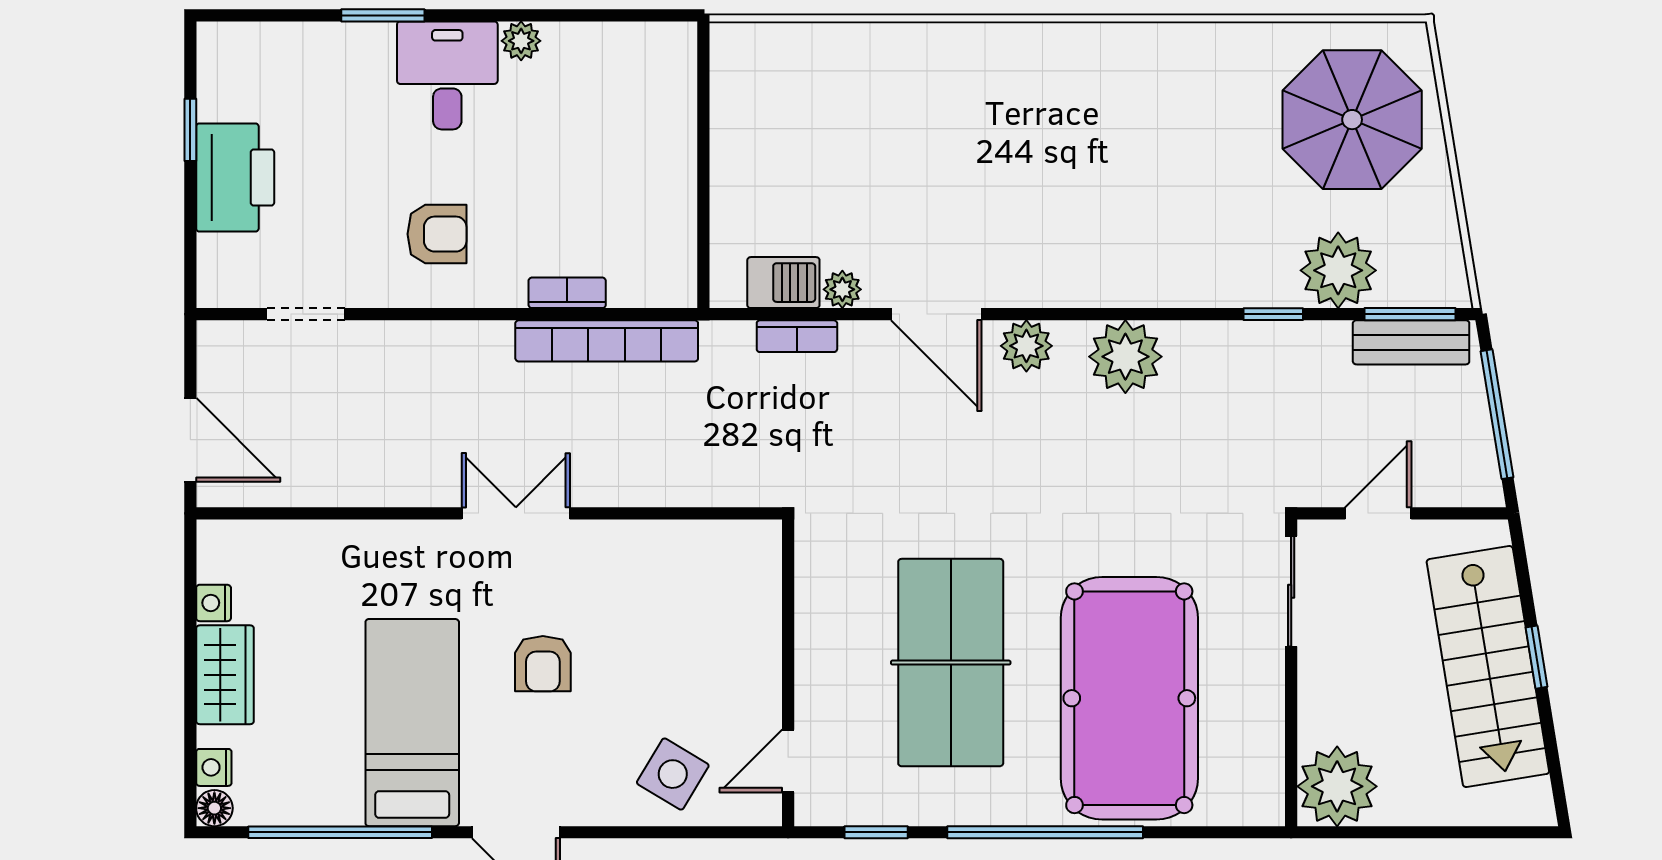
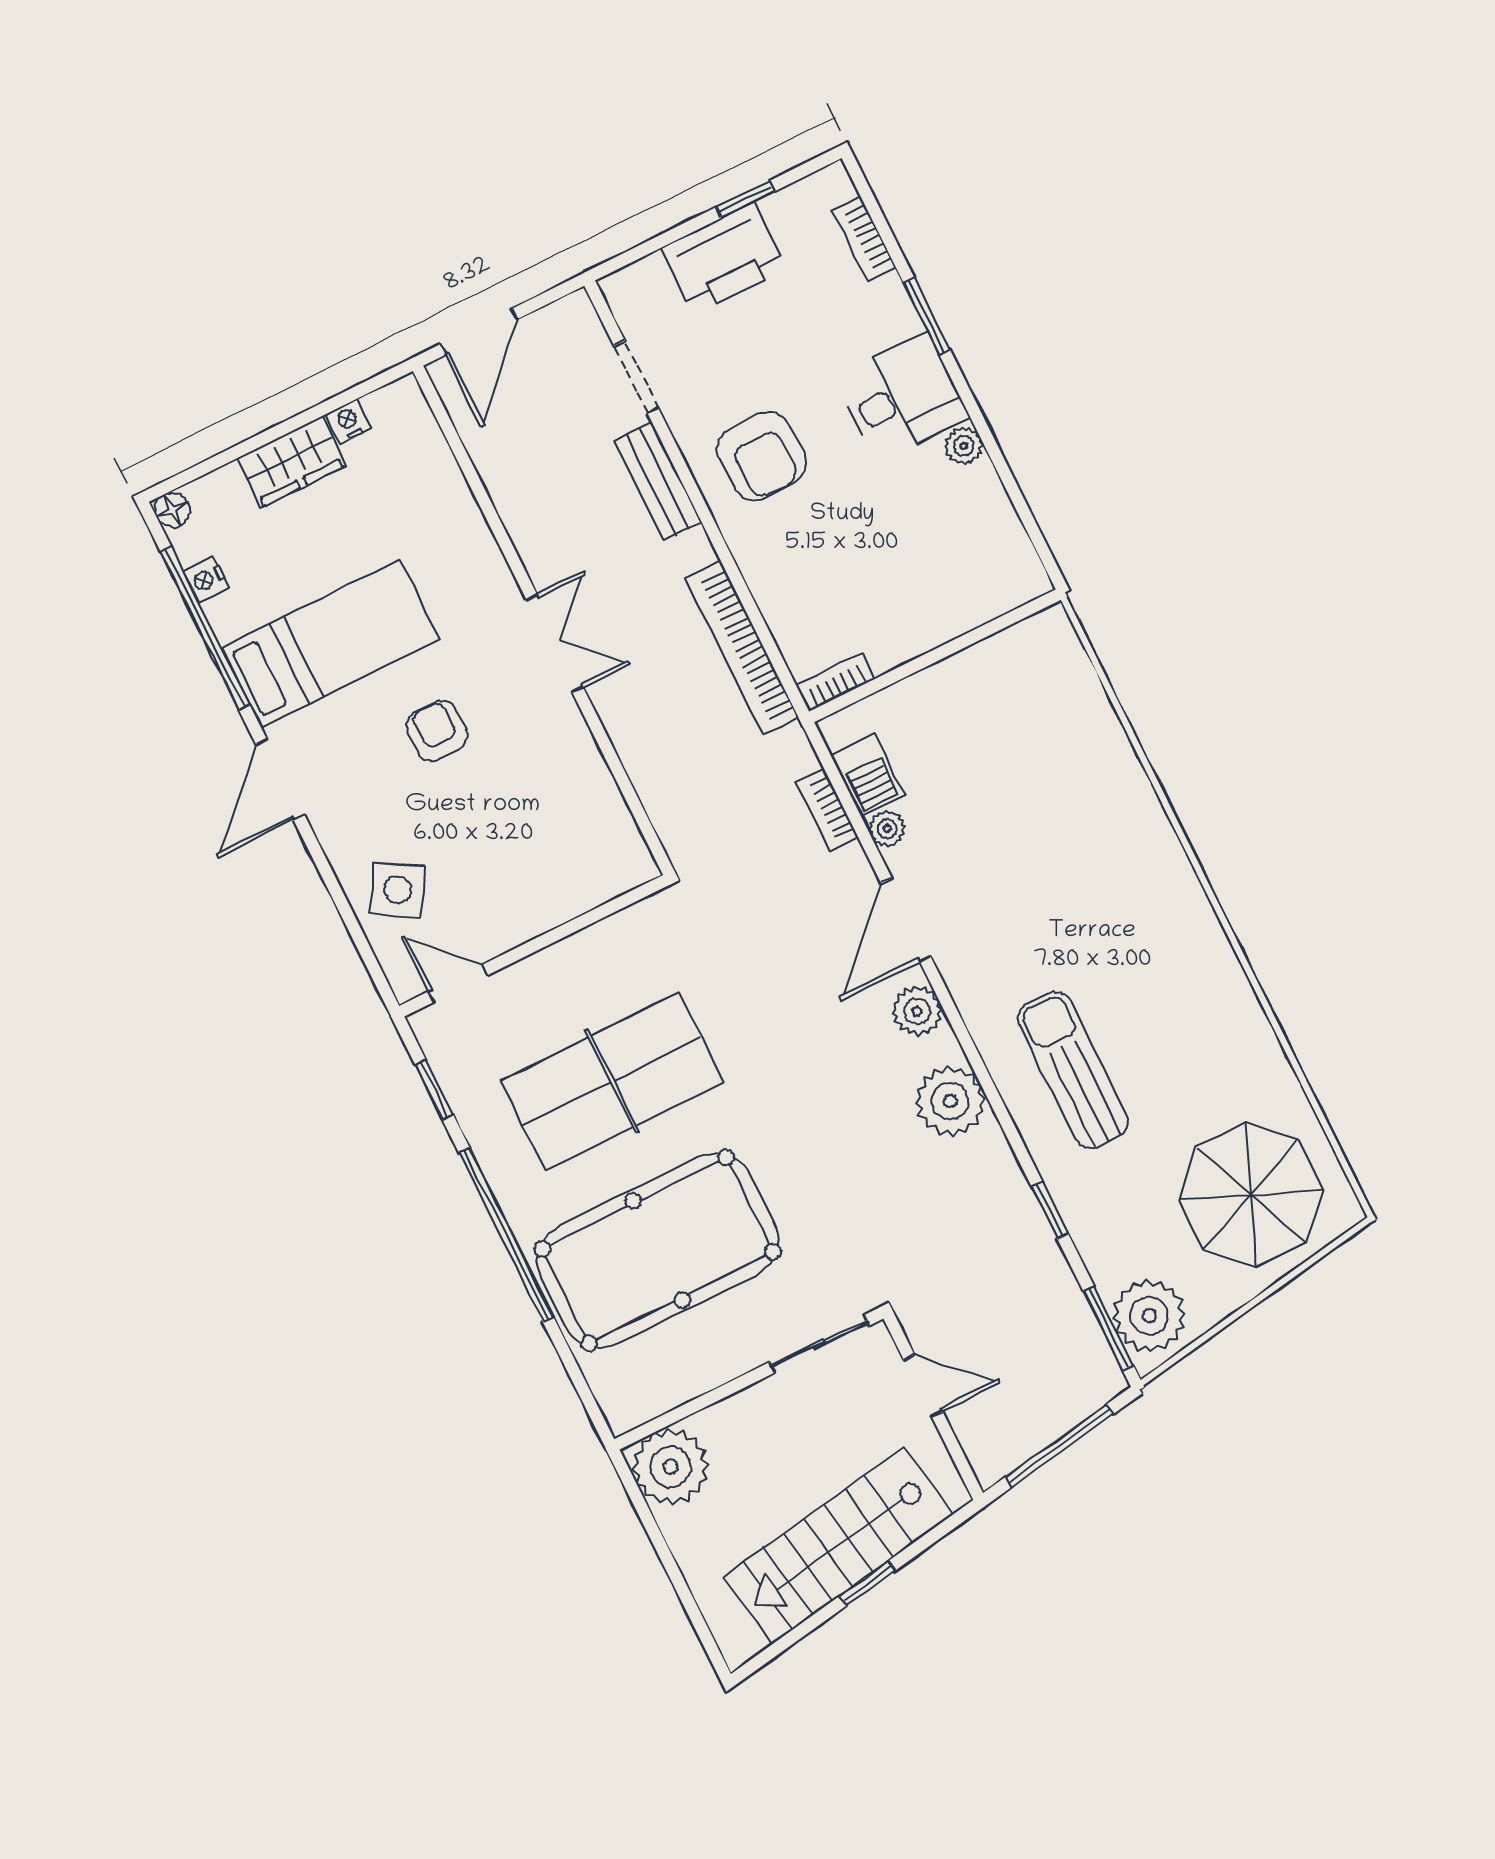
bookcase: (282, 38) -> (864, 239), added
sun lounger: (1153, 228) -> (1073, 1070), added
armchair: (437, 234) -> (761, 456), width x1.38, depth x1.38
plant: (1338, 270) -> (1149, 1316), moved
bookcase: (567, 293) -> (835, 682), moved, turned -90
bench: (1411, 342) -> (658, 482), moved
armchair: (543, 664) -> (437, 731), turned 90
nightstand: (214, 767) -> (206, 579), moved, turned -90

